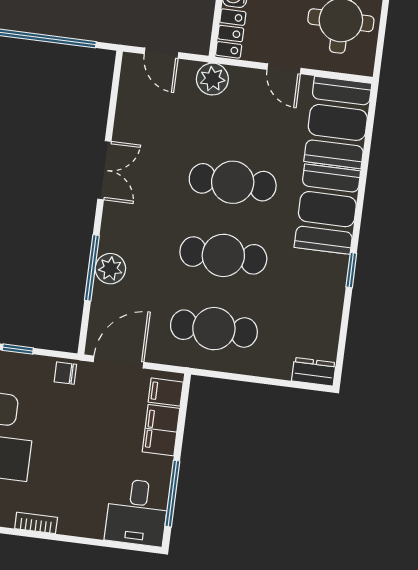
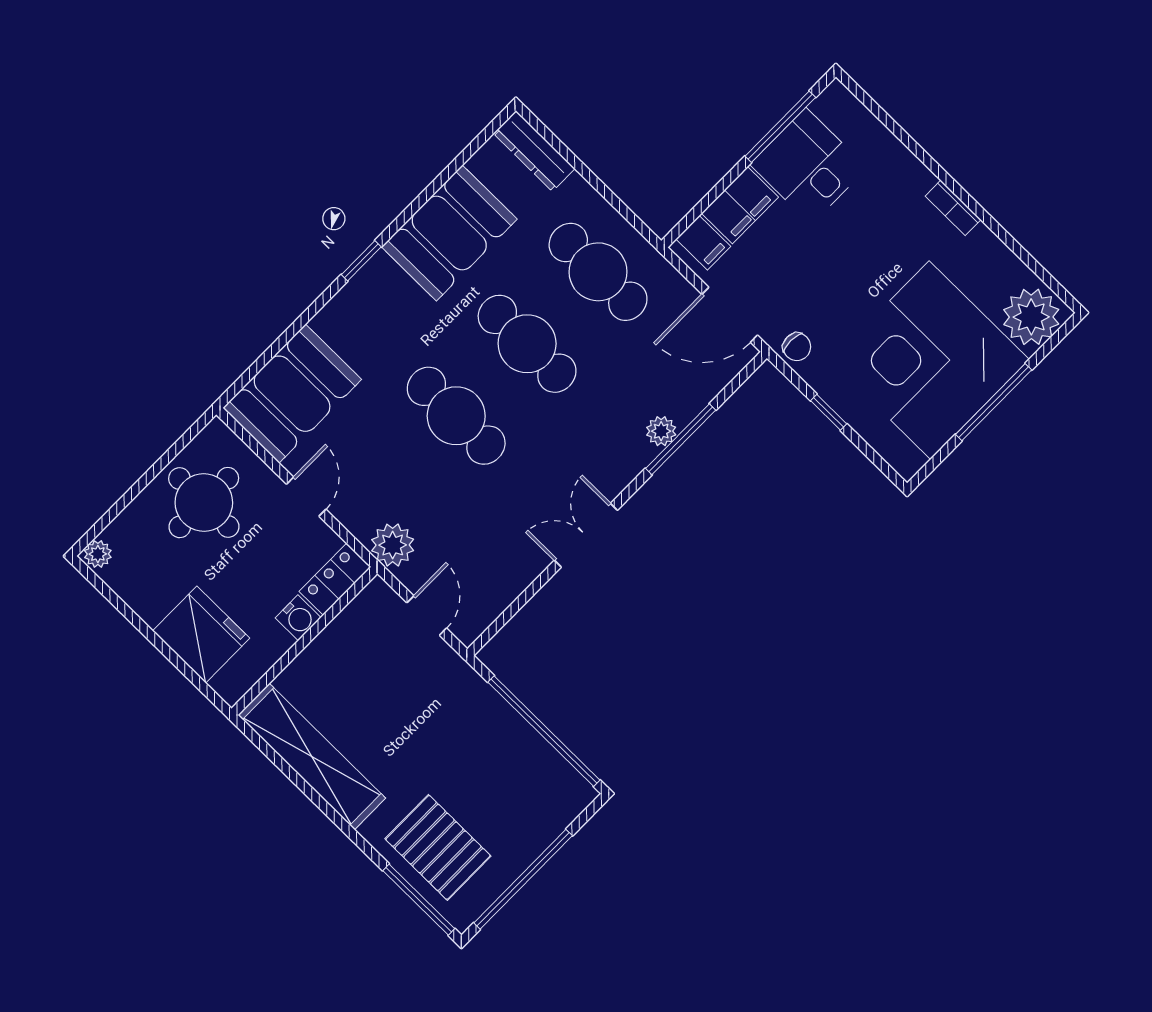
booth: (327, 209) -> (449, 233), moved
plant: (110, 269) -> (661, 431), width x0.73, depth x0.73
window: (351, 270) -> (361, 261), moved
dresser: (314, 372) -> (534, 151), width x1.44
desk: (137, 512) -> (809, 166), moved, turned -90

